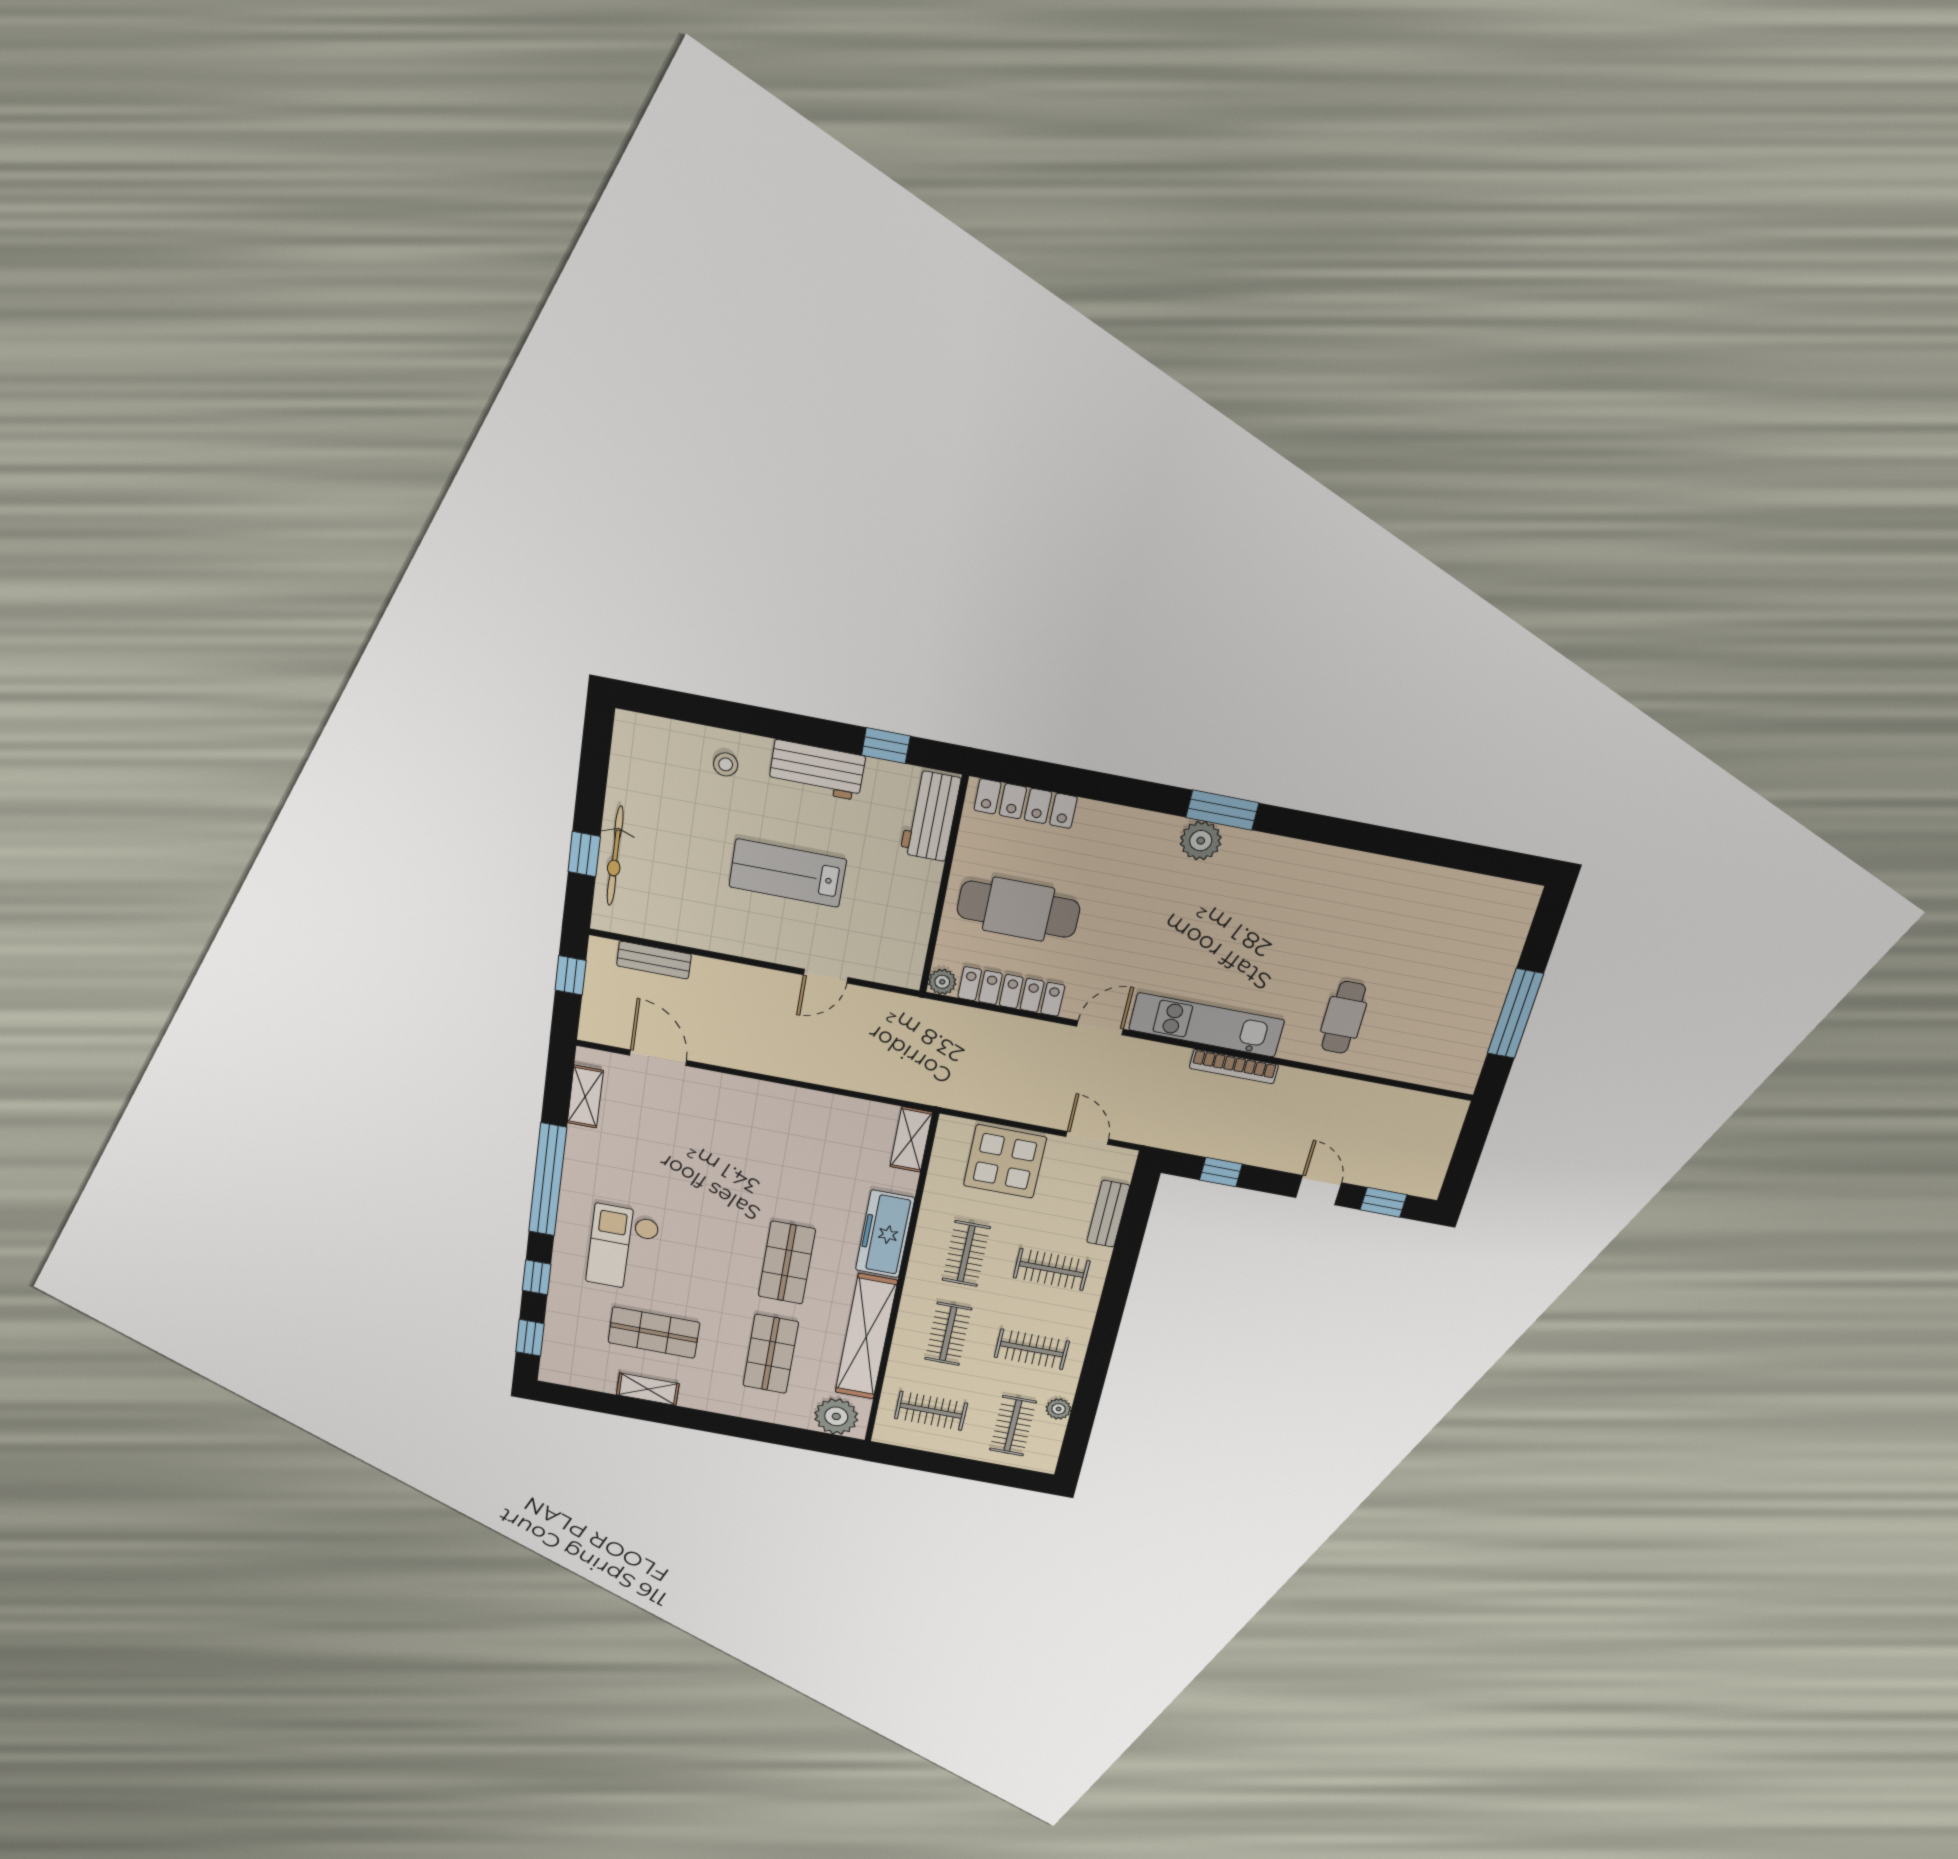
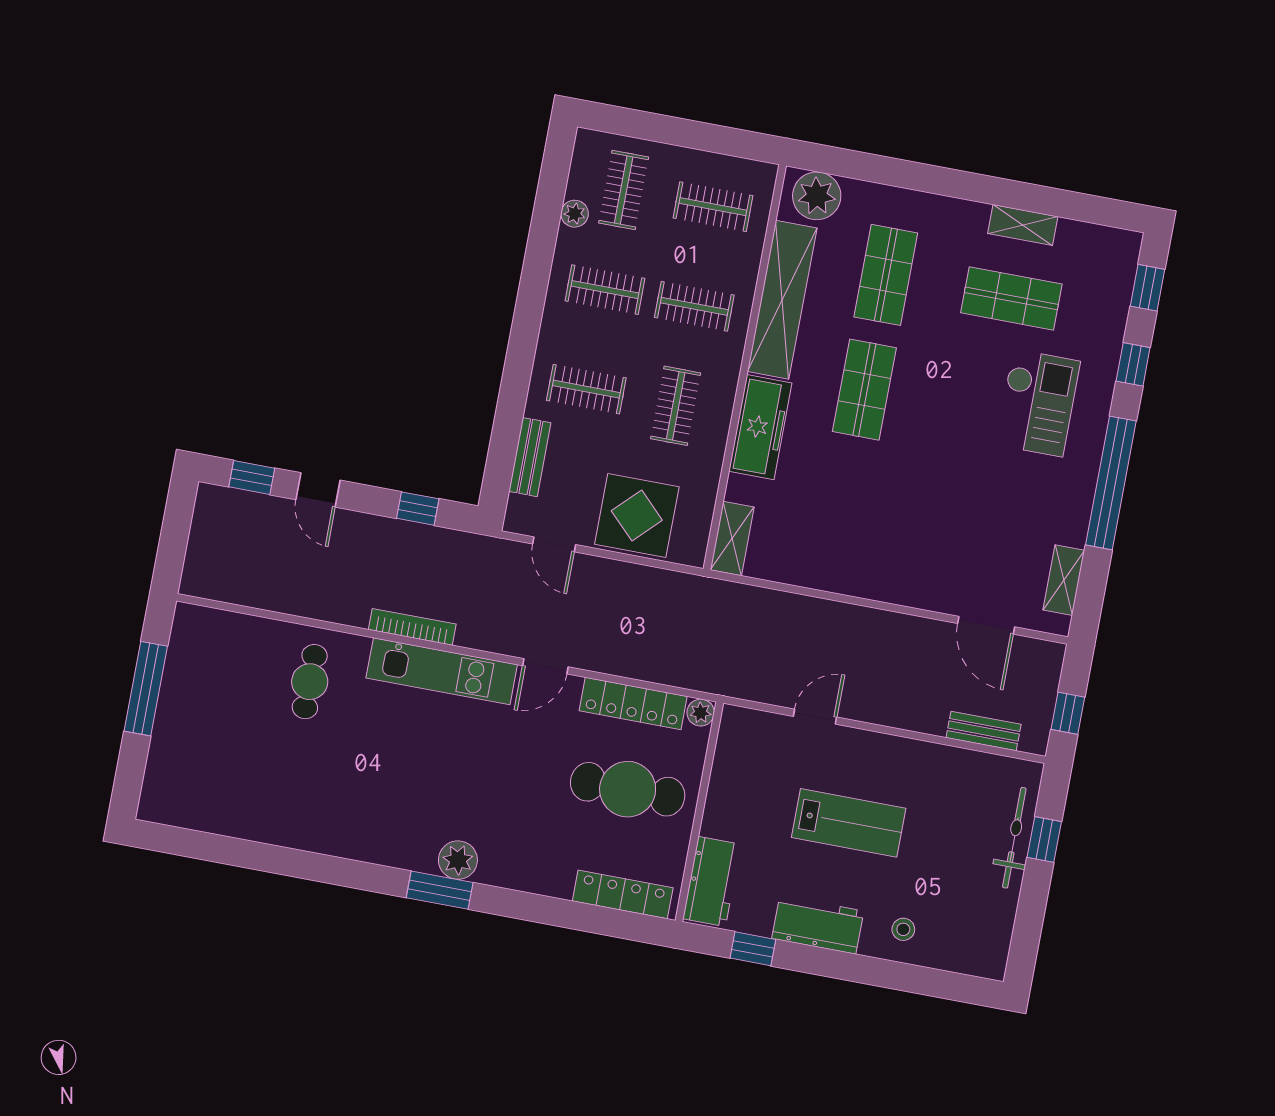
clothes rail: (948, 1334) -> (694, 306), turned 90

